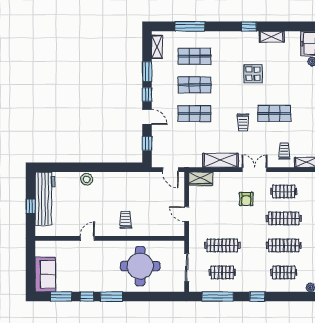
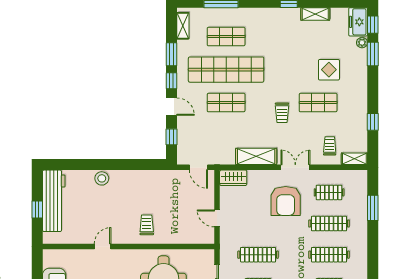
display table: (253, 74) -> (329, 70), moved
shop shelf: (194, 85) -> (226, 70), width x2.00, depth x1.36
armchair: (246, 199) -> (286, 201), width x1.88, depth x1.88

